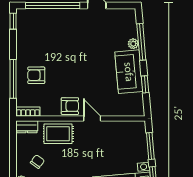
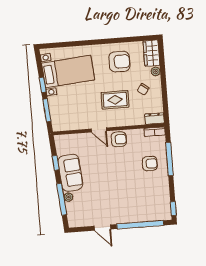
armchair: (70, 106) -> (119, 139), turned 180
rug: (58, 134) -> (115, 100), moved

